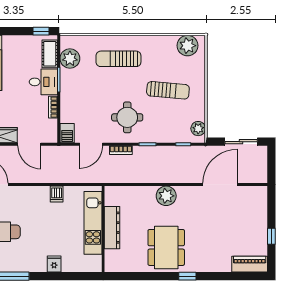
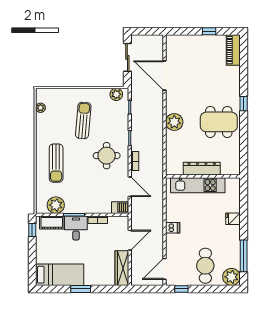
plant: (188, 46) -> (40, 108), width x0.53, depth x0.53
dishwasher: (57, 194) -> (173, 228), moved

